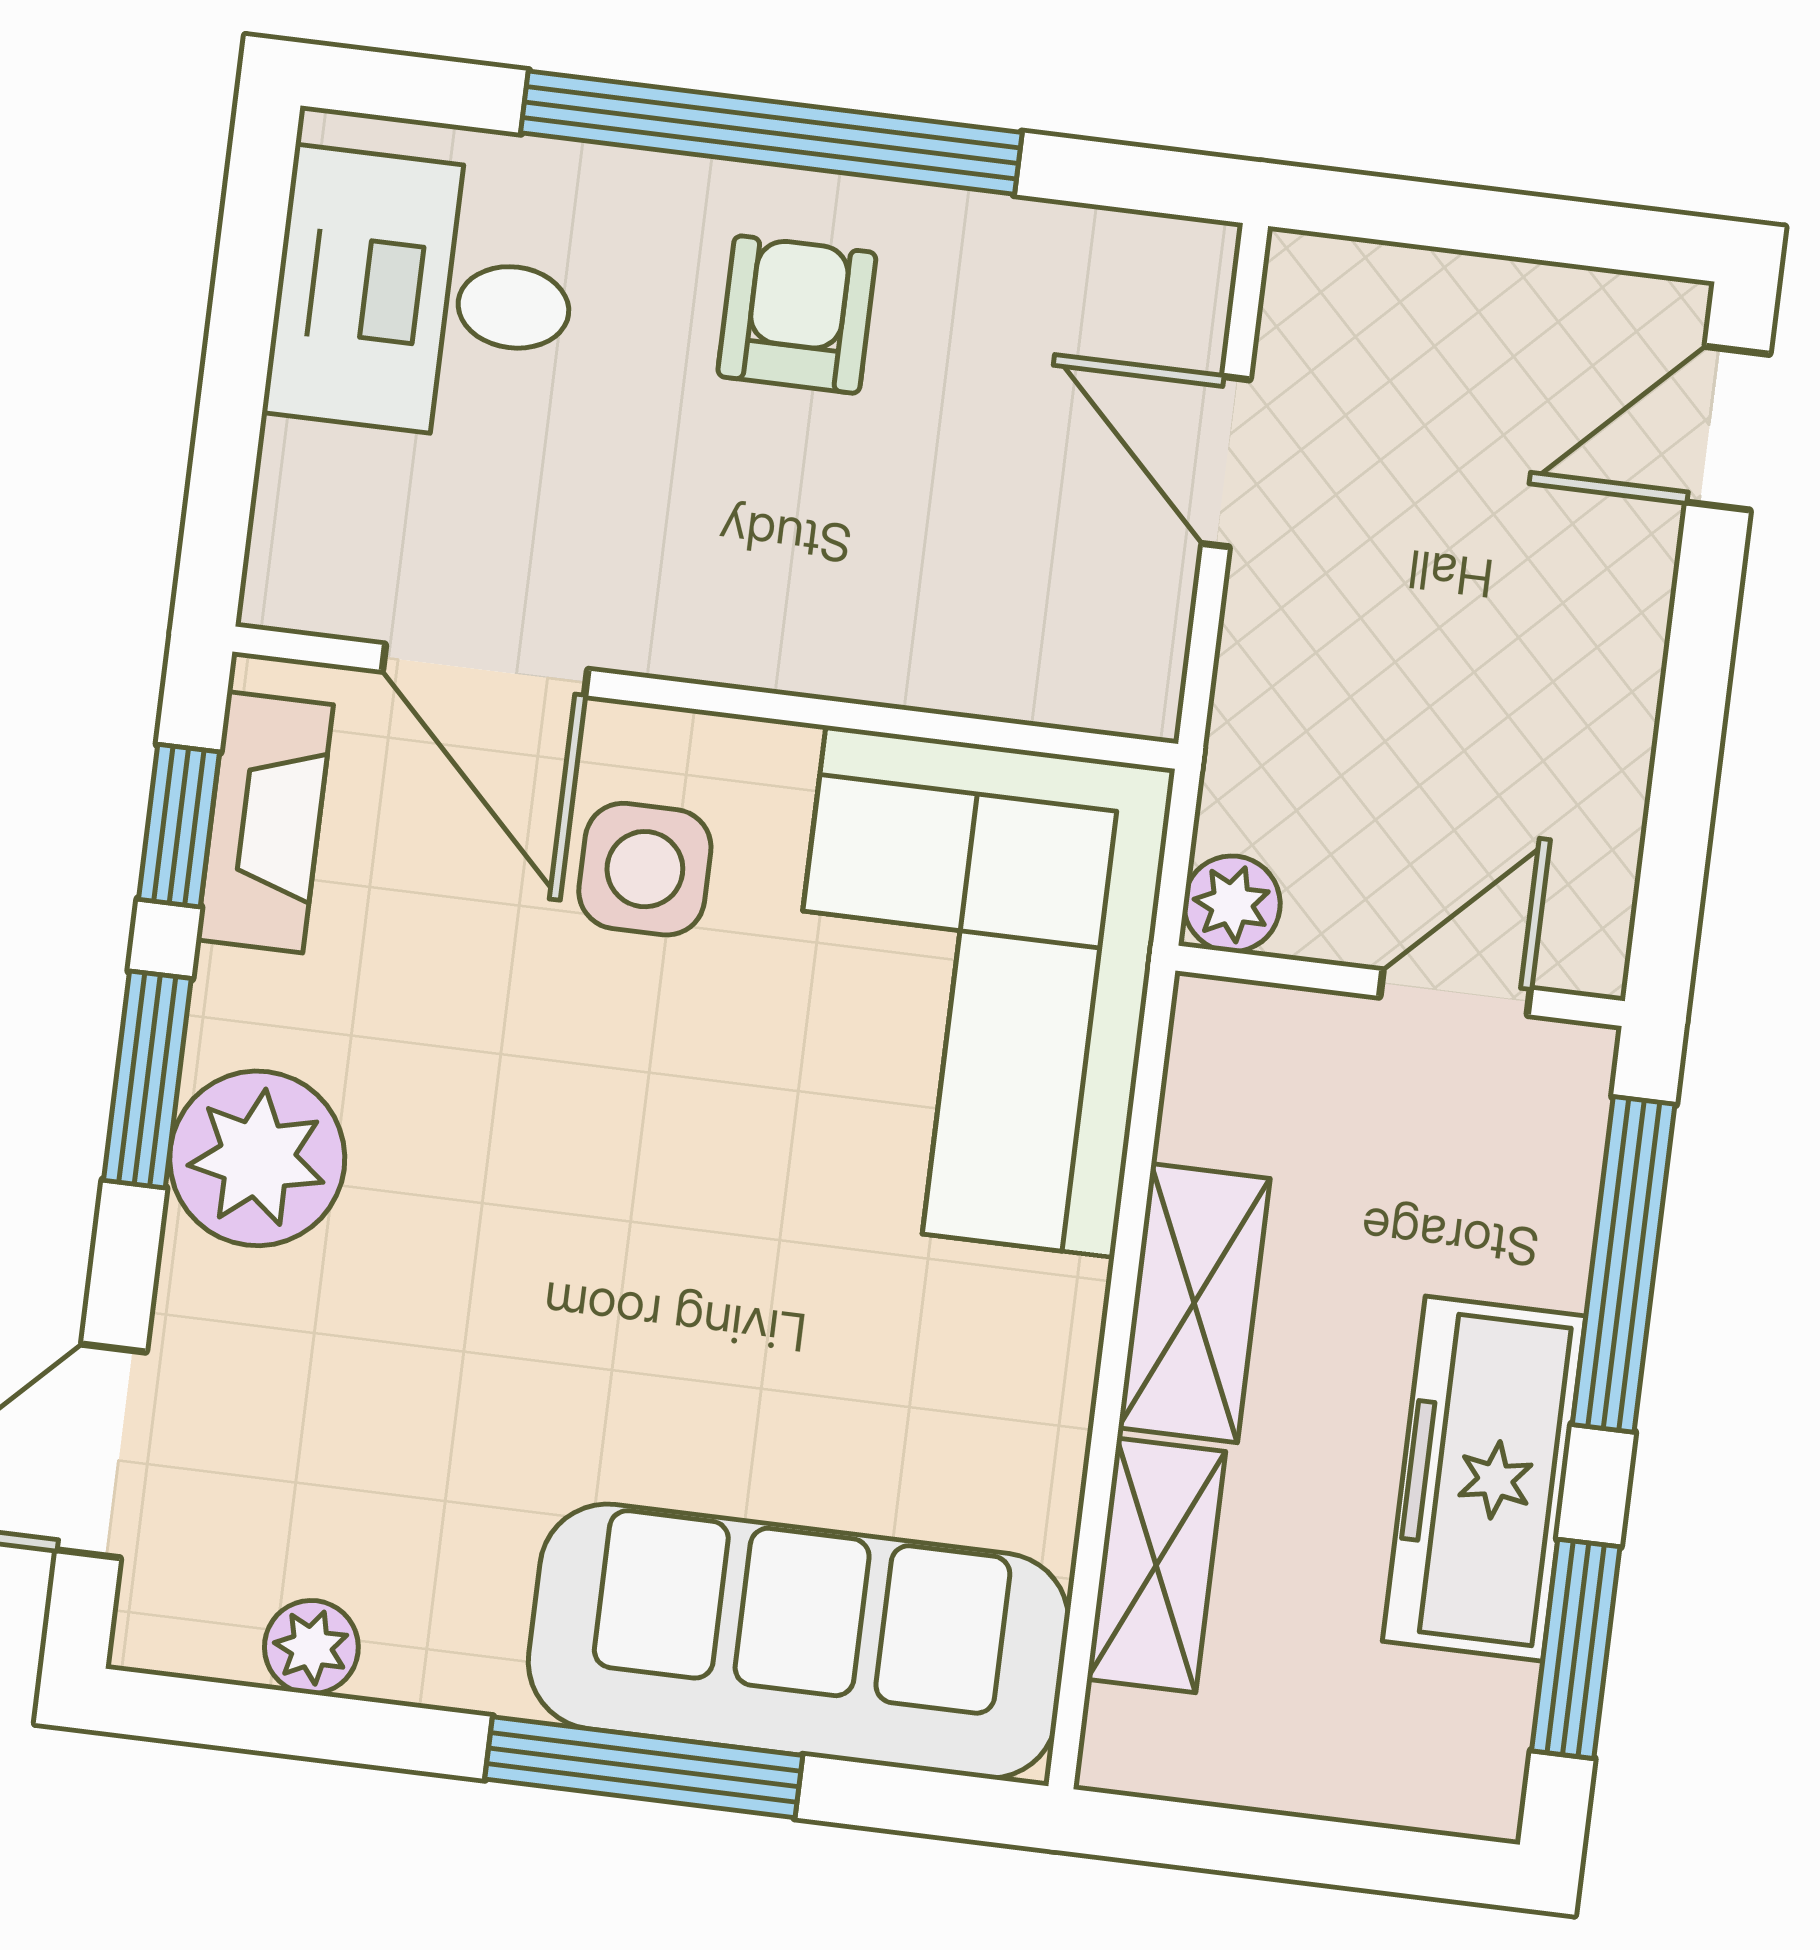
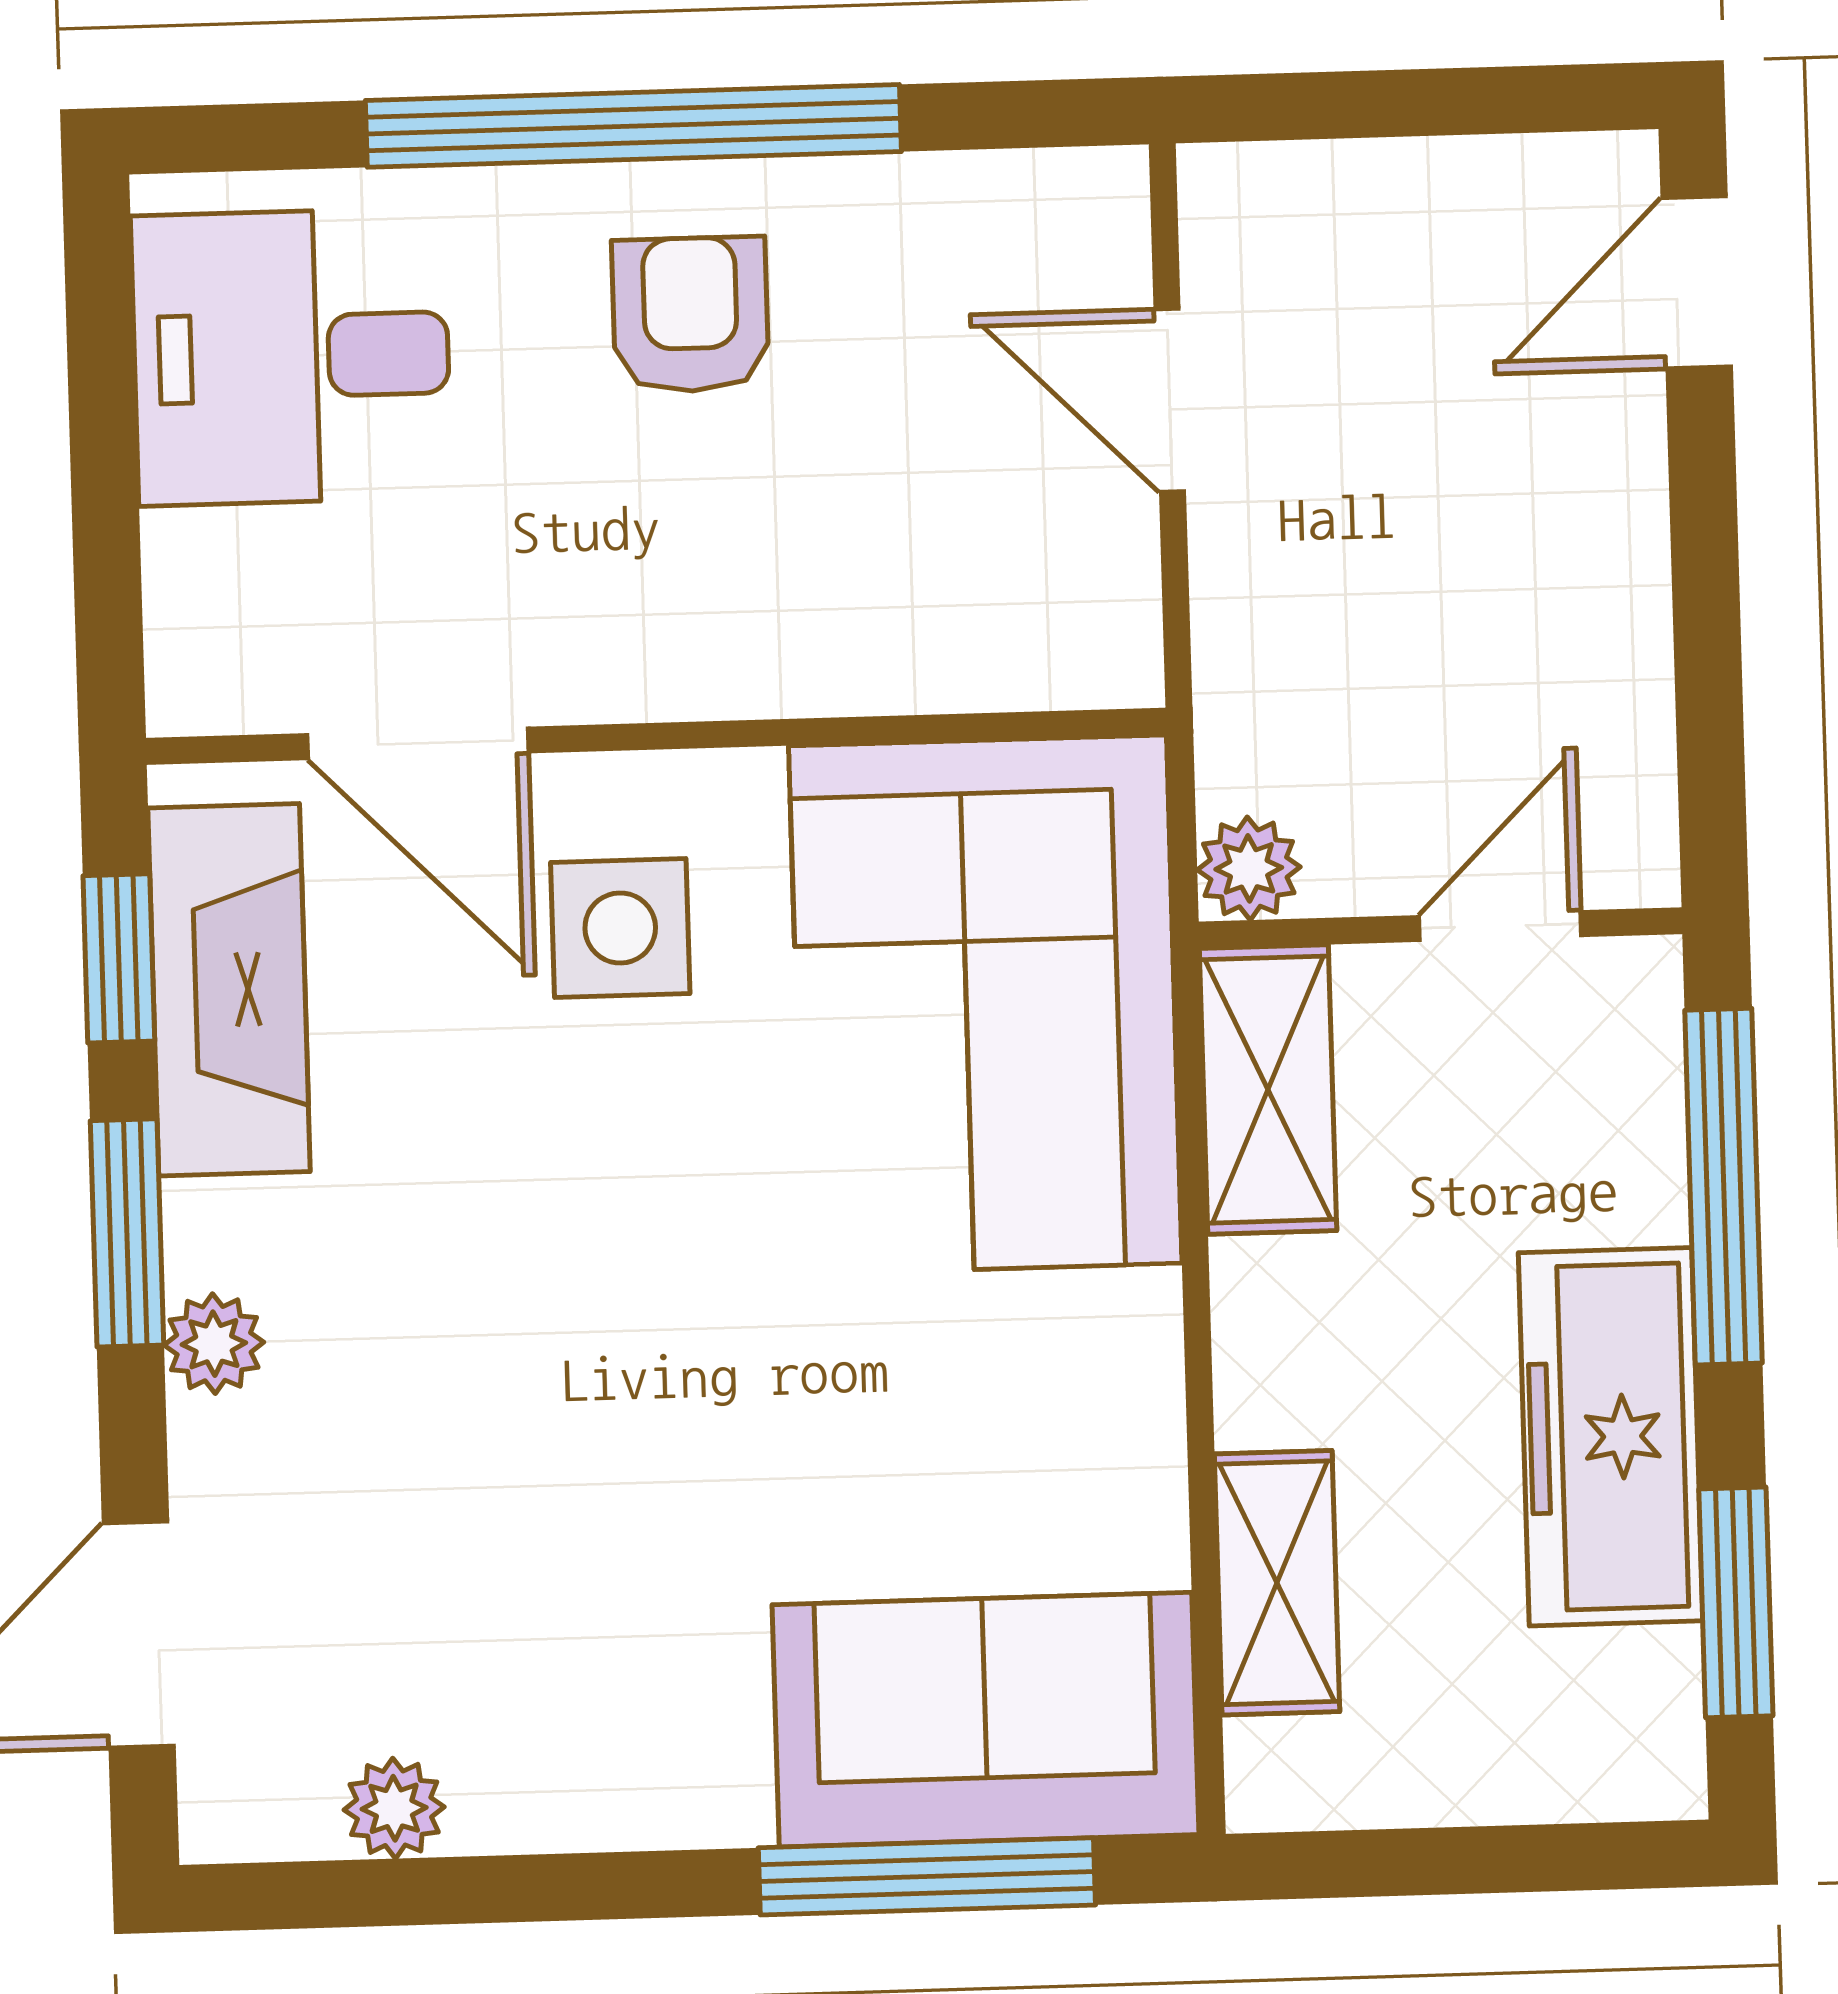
fireplace: (265, 822) -> (229, 990), width x1.37, depth x1.32
plant: (257, 1158) -> (214, 1344), width x0.53, depth x0.53
shelving: (1194, 1303) -> (1268, 1090), moved
sofa: (798, 1641) -> (986, 1720), width x0.73
window: (644, 1767) -> (927, 1876), moved

